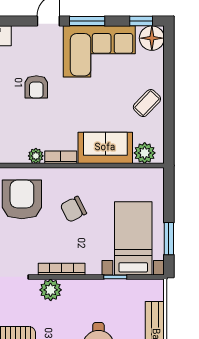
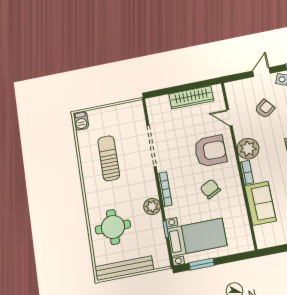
plant: (145, 153) -> (263, 233), removed
plant: (36, 156) -> (248, 149), width x1.88, depth x1.88
plant: (51, 290) -> (152, 206), moved

